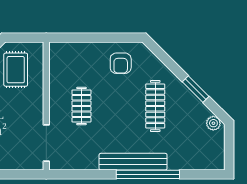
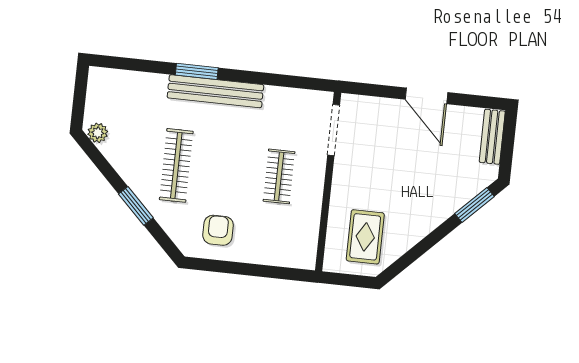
window: (196, 89) -> (136, 206), moved
window: (148, 174) -> (197, 71), width x0.47

